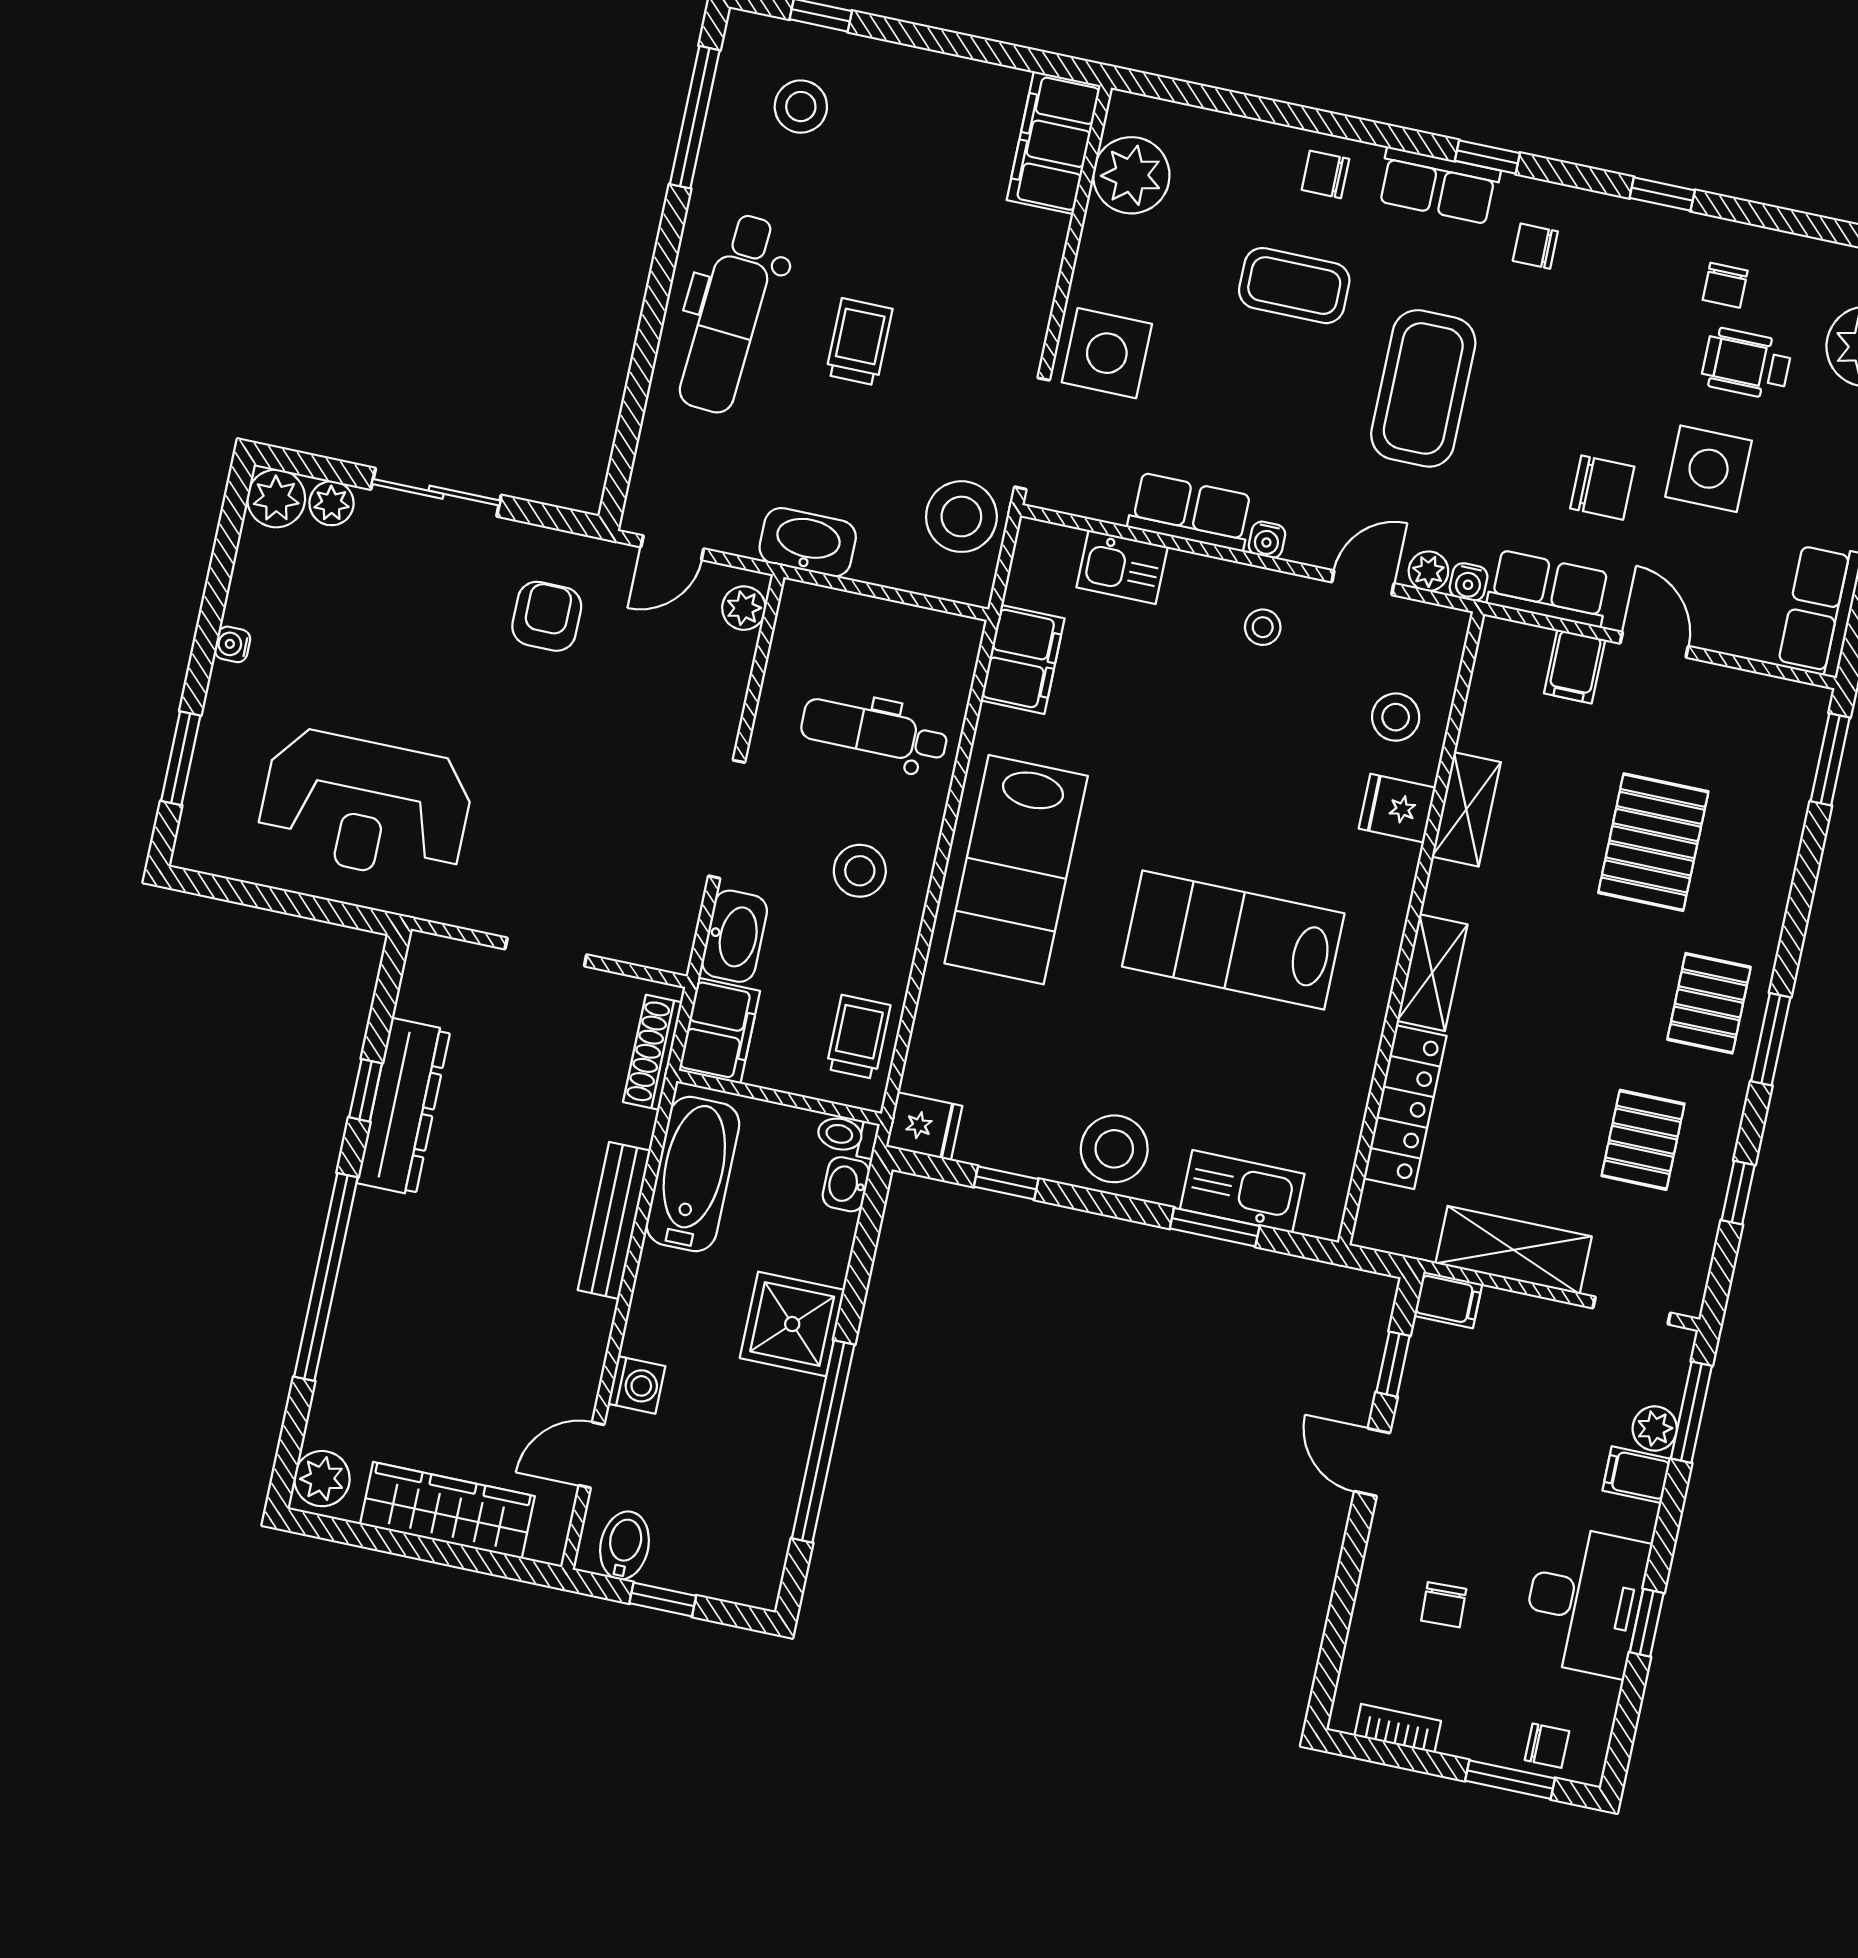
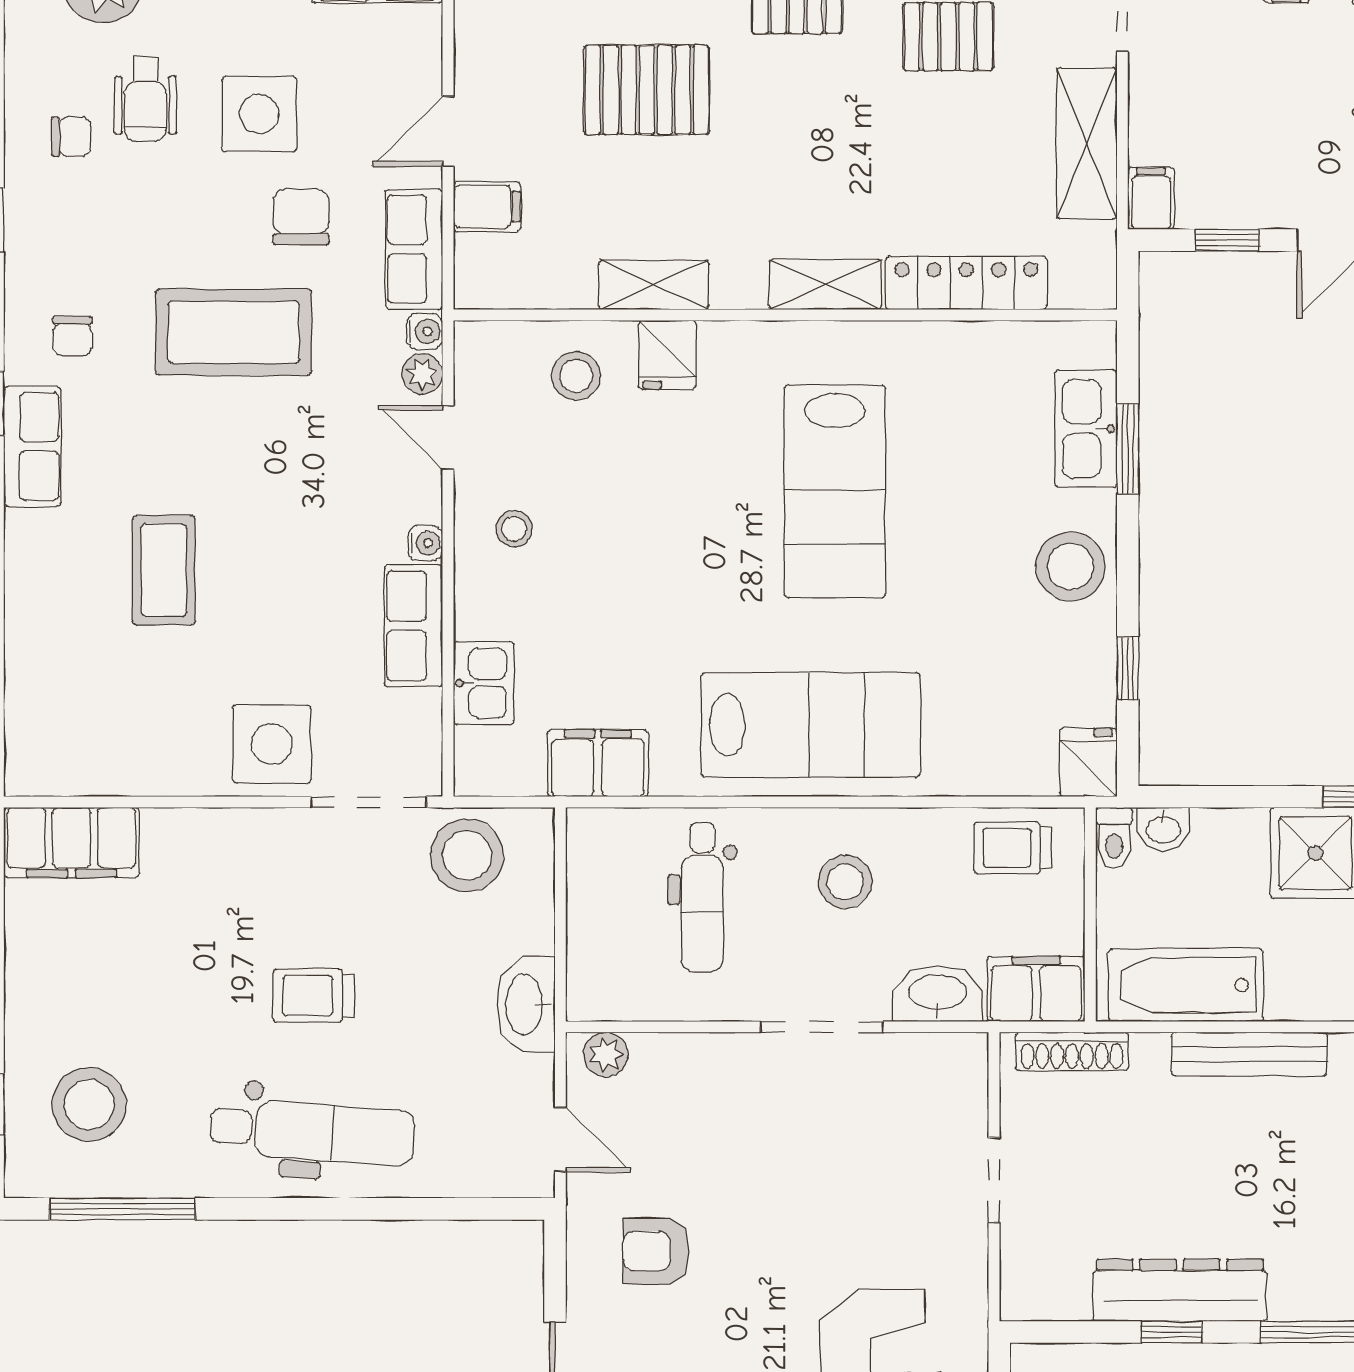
stool: (801, 107) -> (89, 1104), width x1.38, depth x1.38
chair: (1325, 174) -> (45, 562), removed
plant: (1131, 175) -> (88, 757), removed
coffee table: (1423, 388) -> (234, 332), moved

